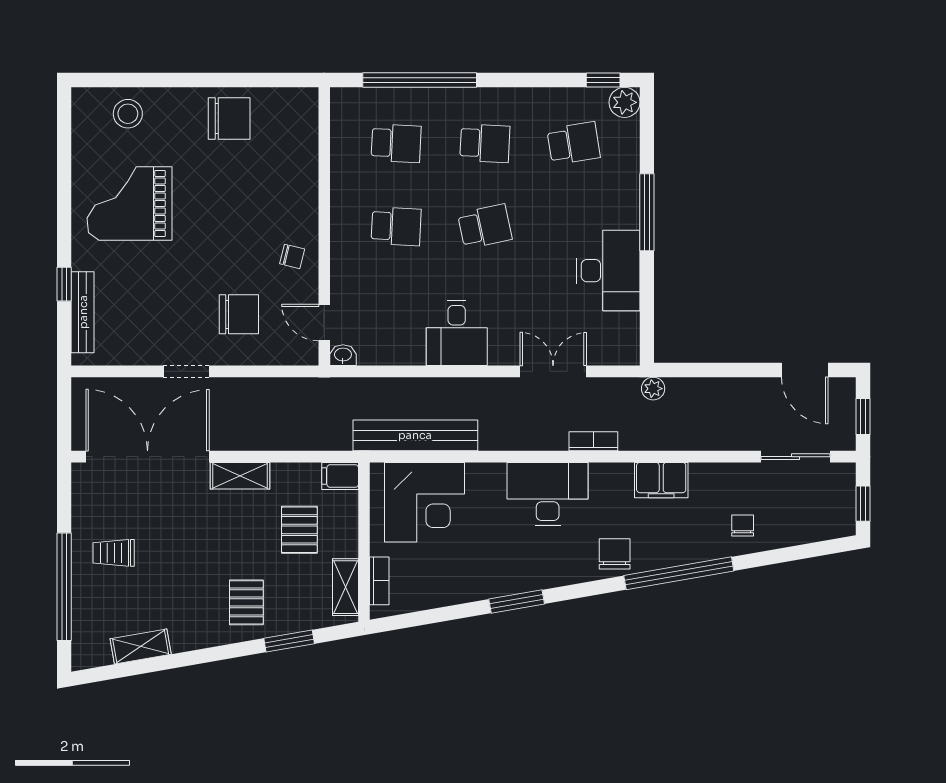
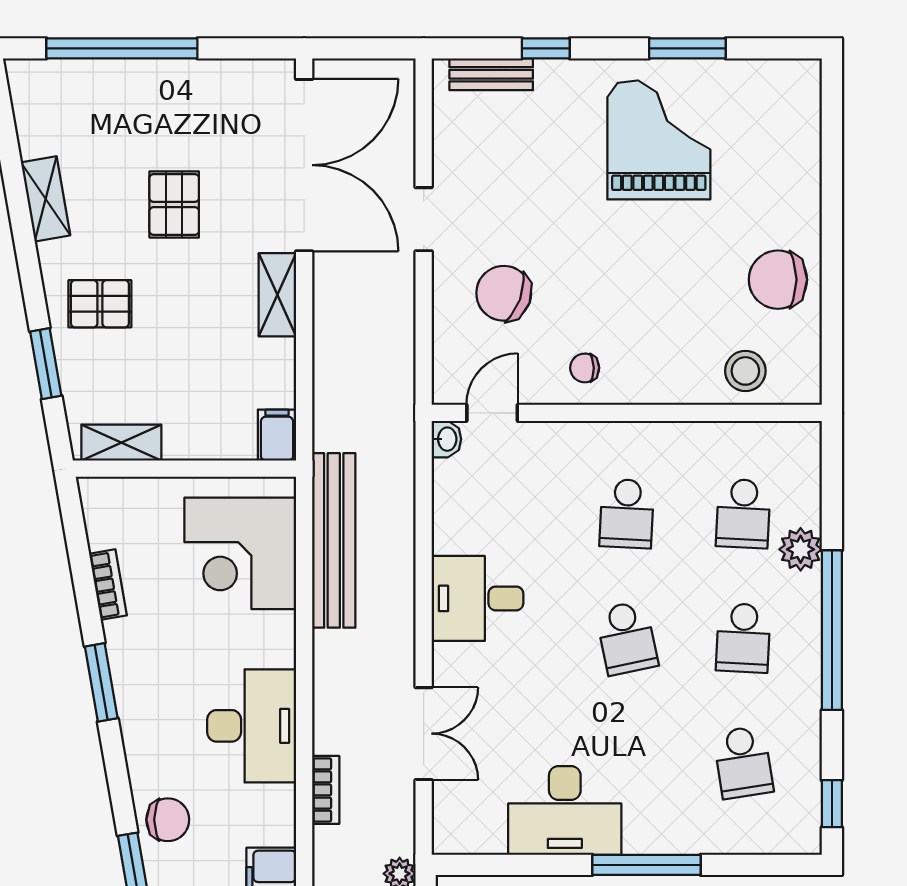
window: (420, 80) -> (832, 630), moved
plant: (625, 102) -> (801, 549), moved
stool: (128, 114) -> (745, 371), moved
chair: (229, 118) -> (778, 280), turned 90
window: (64, 183) -> (687, 48), added
chair: (292, 256) -> (585, 368), turned 75
bench: (83, 312) -> (491, 74), width x0.73
chair: (239, 314) -> (504, 293), turned 110
pallet: (299, 530) -> (174, 204), moved, turned 90
trolley: (114, 553) -> (169, 118), removed
bookcase: (379, 581) -> (108, 585), moved, turned -100
shelving: (141, 646) -> (46, 199), moved

